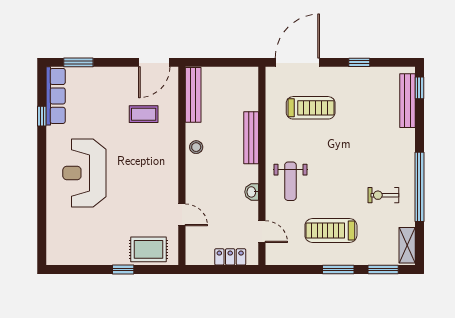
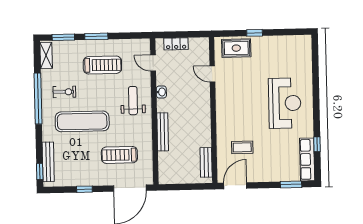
bench: (193, 95) -> (206, 162), width x0.73
stool: (196, 147) -> (203, 124), removed
exercise mat: (360, 154) -> (82, 121), added

